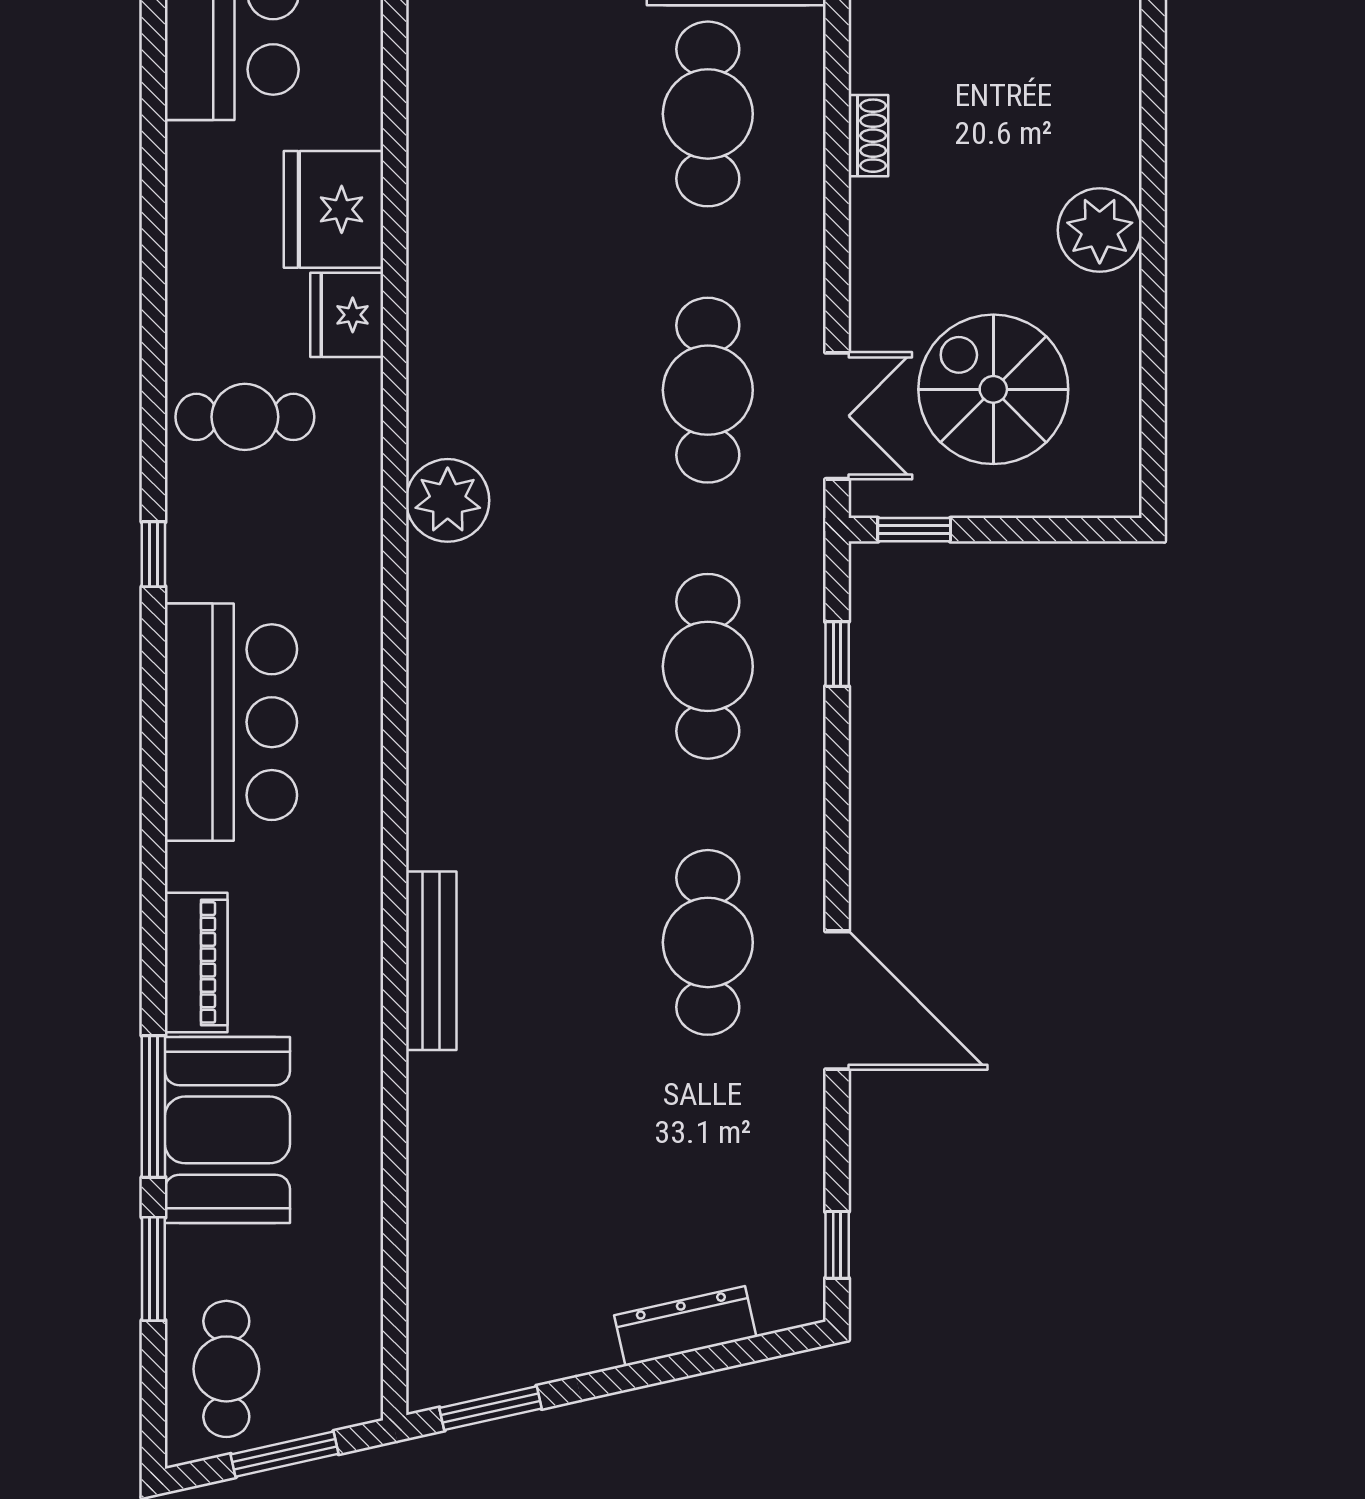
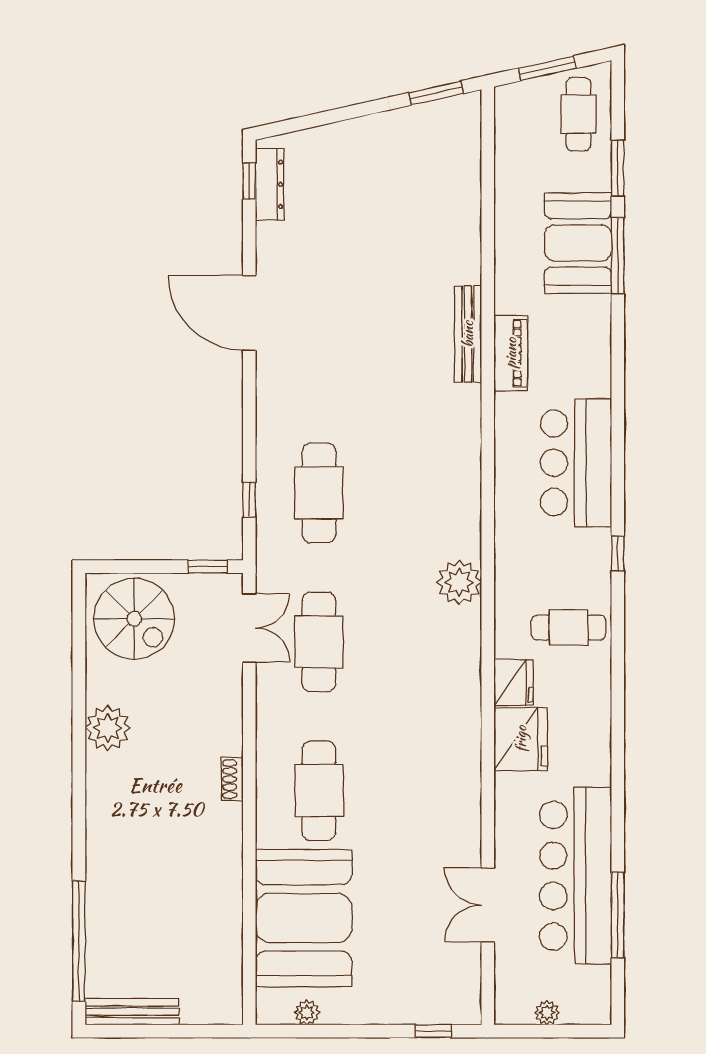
spiral stairs: (993, 389) -> (134, 619), moved
double door: (837, 416) -> (249, 628), swing flipped
cafe table: (708, 942) -> (319, 344), removed
piano: (196, 962) -> (511, 353), moved, turned 180
dresser: (685, 1326) -> (270, 184), moved, turned -77

